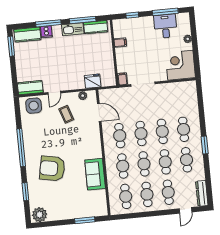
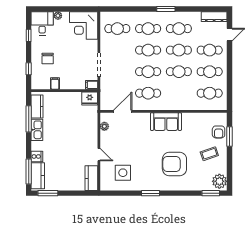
window: (165, 12) -> (29, 35), width x0.46
window: (48, 23) -> (29, 171), moved
desk: (165, 26) -> (42, 23), moved, turned 90
chair: (144, 33) -> (48, 58), added
fridge: (93, 81) -> (90, 98), moved, turned -90
side table: (34, 106) -> (123, 173), moved
coffee table: (66, 114) -> (209, 154), moved
window: (21, 148) -> (150, 193), width x0.47
cafe table: (123, 166) -> (117, 29), moved
armchair: (52, 168) -> (174, 164), turned 79
sofa: (95, 174) -> (166, 122), moved
window: (25, 192) -> (211, 193), moved
armchair: (88, 209) -> (219, 132), added
door: (186, 210) -> (230, 35), hinge flipped

